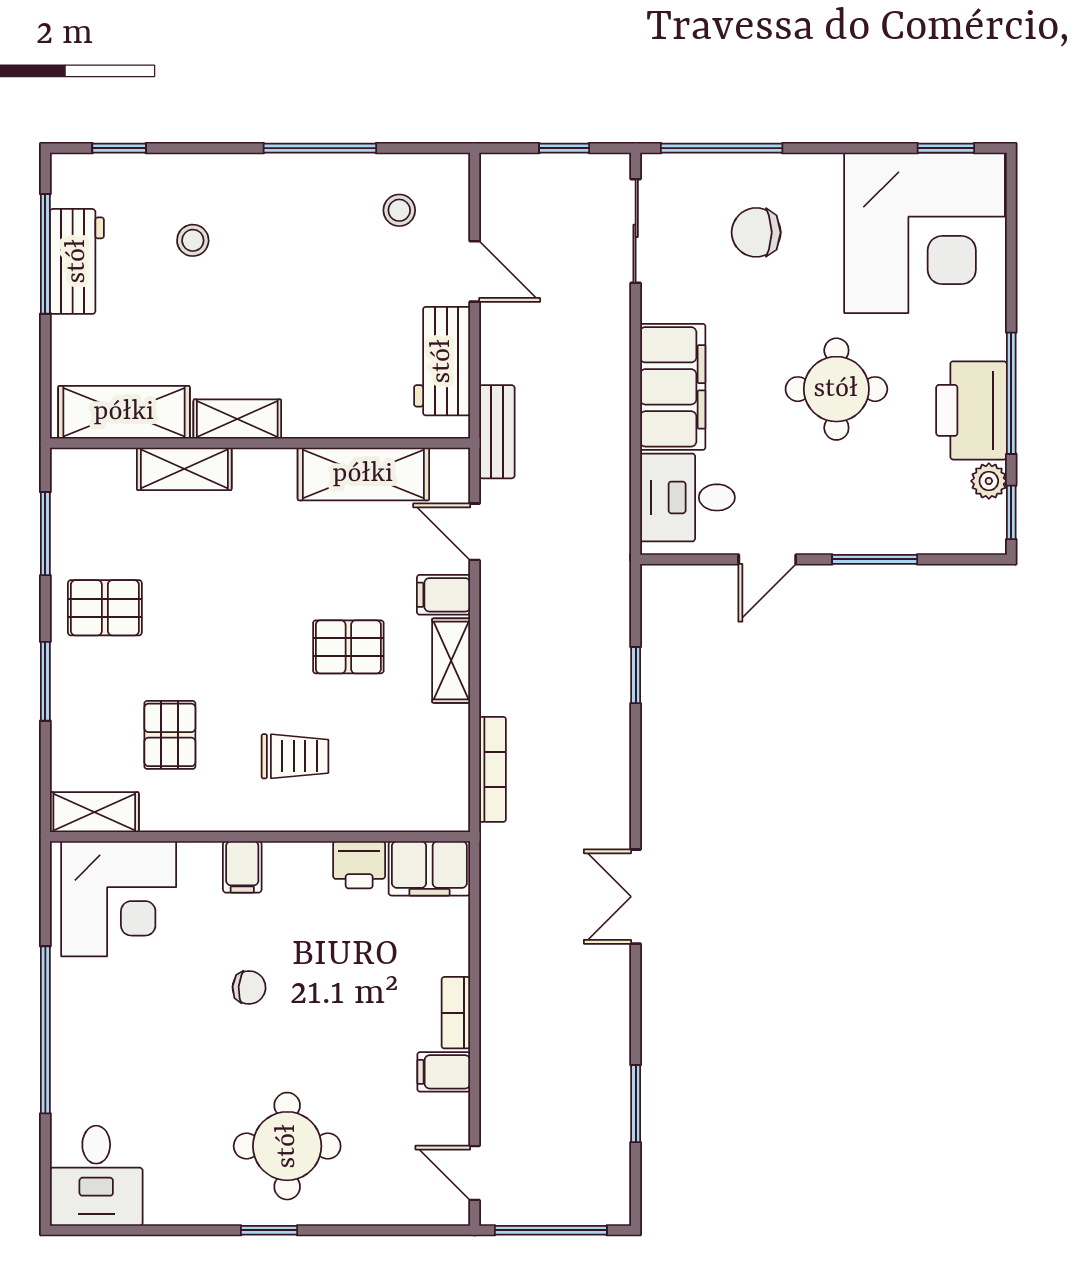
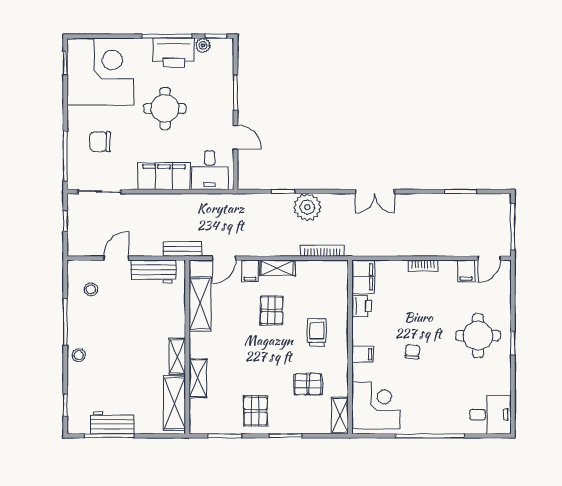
chair: (756, 232) -> (100, 142), turned 90
stool: (193, 240) -> (79, 355), moved
plant: (598, 733) -> (307, 207), added
filing cabinet: (444, 1072) -> (466, 271), moved

